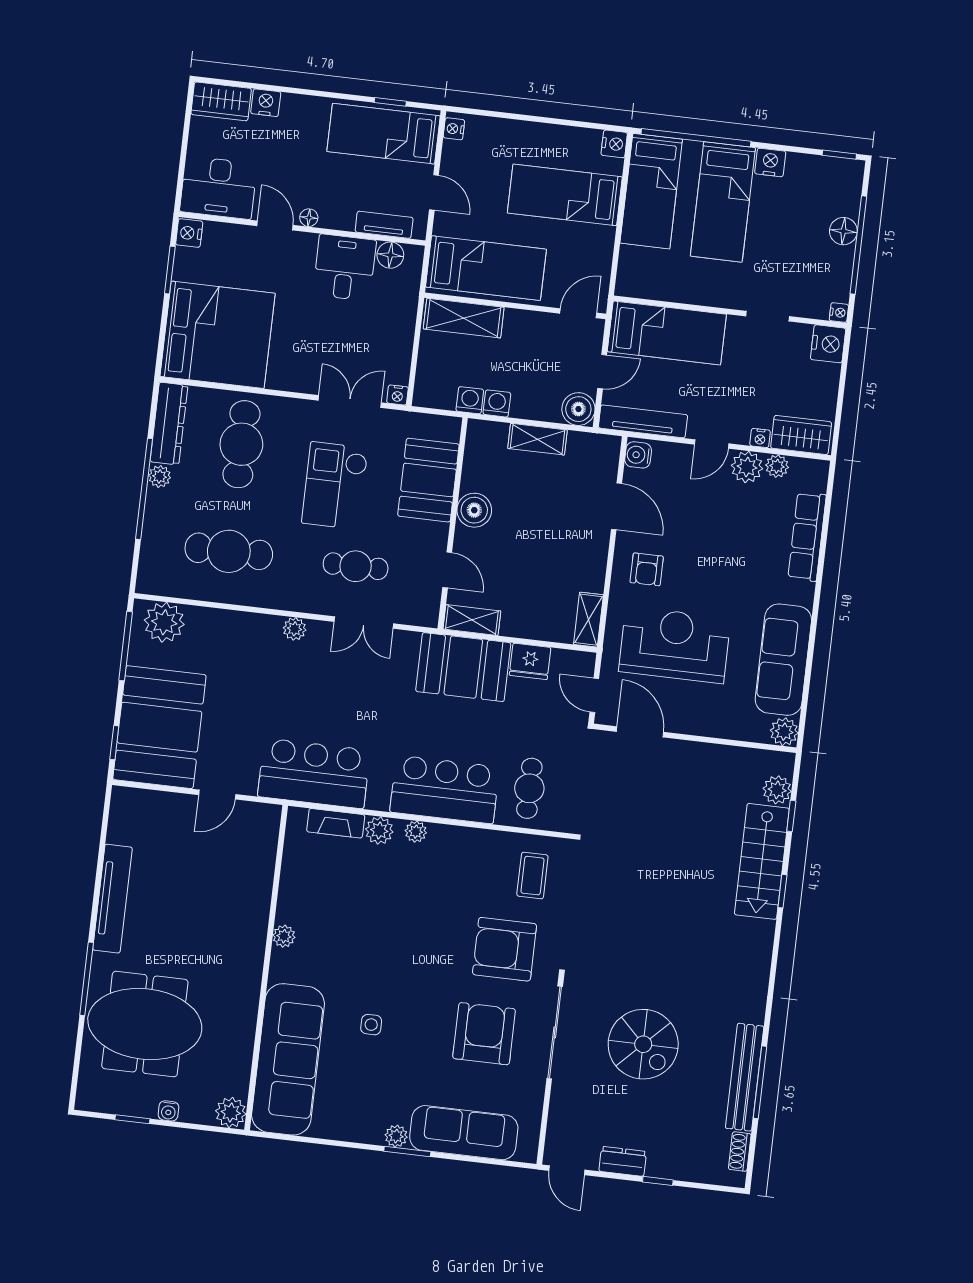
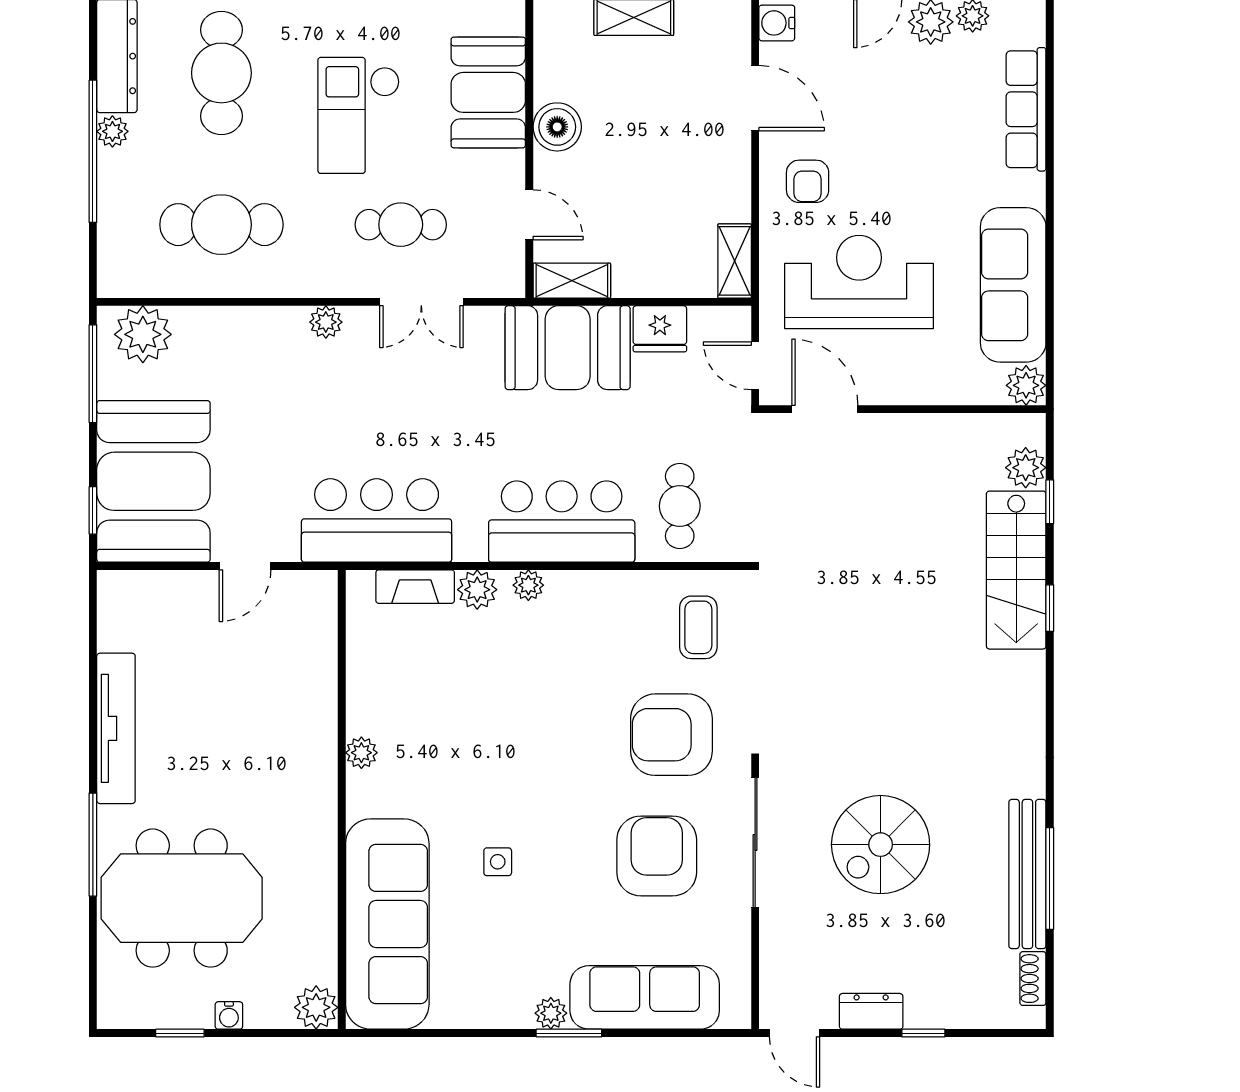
spiral stairs: (643, 1044) -> (881, 845), turned 90

